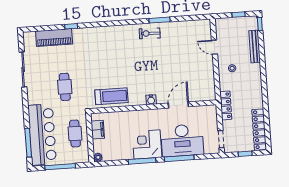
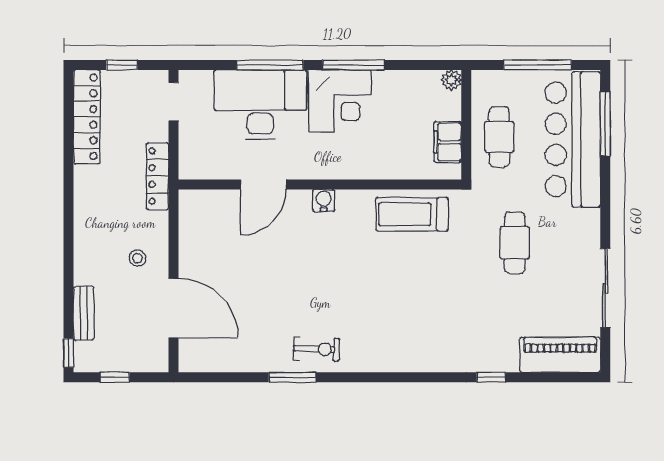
piano: (54, 37) -> (560, 355), moved
bench: (255, 46) -> (84, 313), width x0.73
door: (215, 47) -> (173, 308), width x1.88

